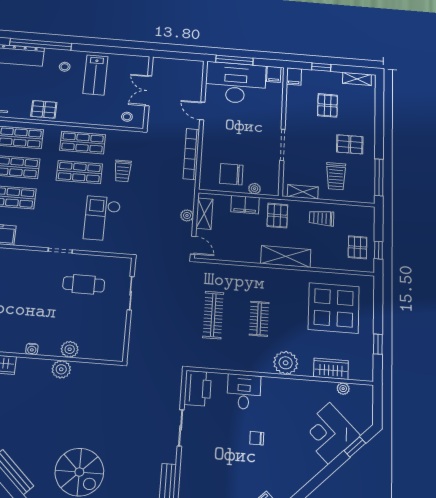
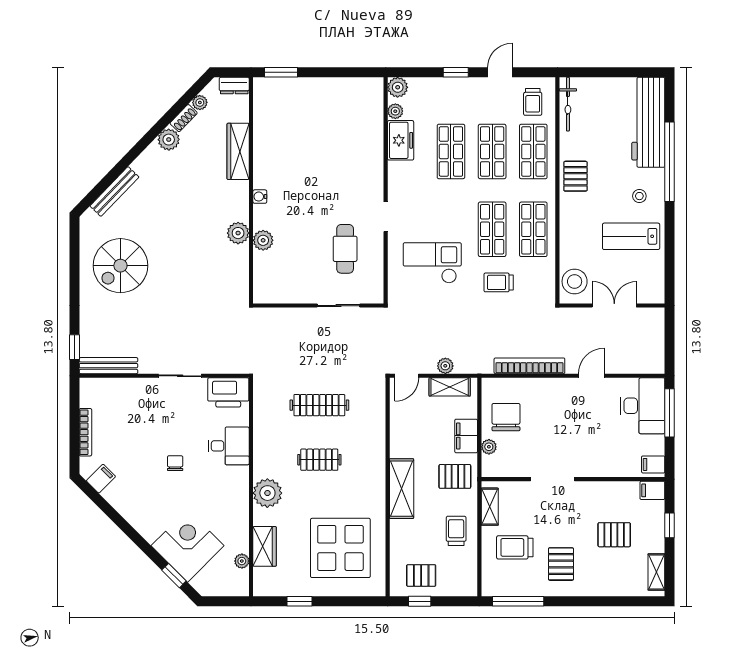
desk: (236, 83) -> (643, 406), width x0.73, depth x0.77
stool: (127, 117) -> (575, 281), width x1.89, depth x1.89

